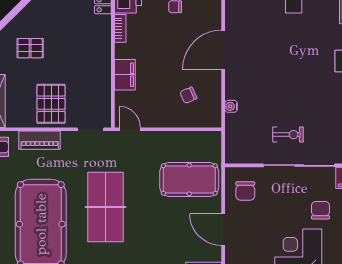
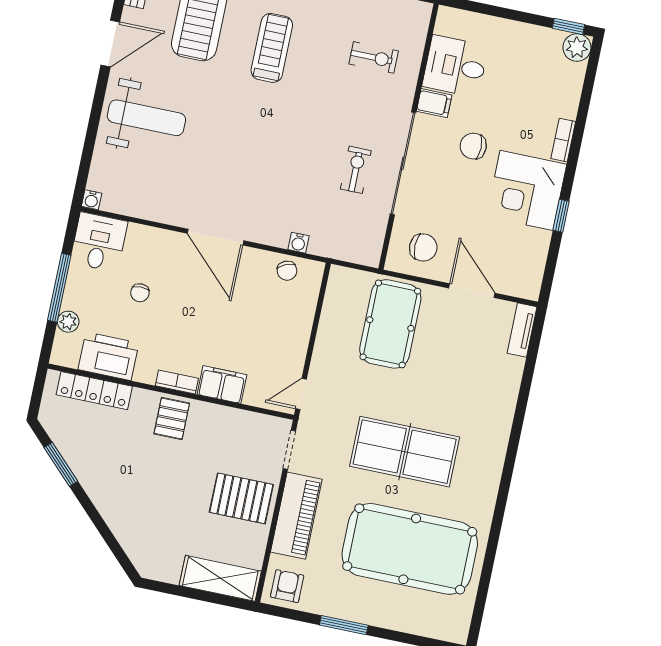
bookcase: (120, 28) -> (177, 382), moved
pallet: (30, 48) -> (172, 418), moved
chair: (188, 95) -> (287, 271), moved
piano: (40, 140) -> (296, 516), width x1.37, depth x1.33
door: (223, 230) -> (472, 291), swing flipped

